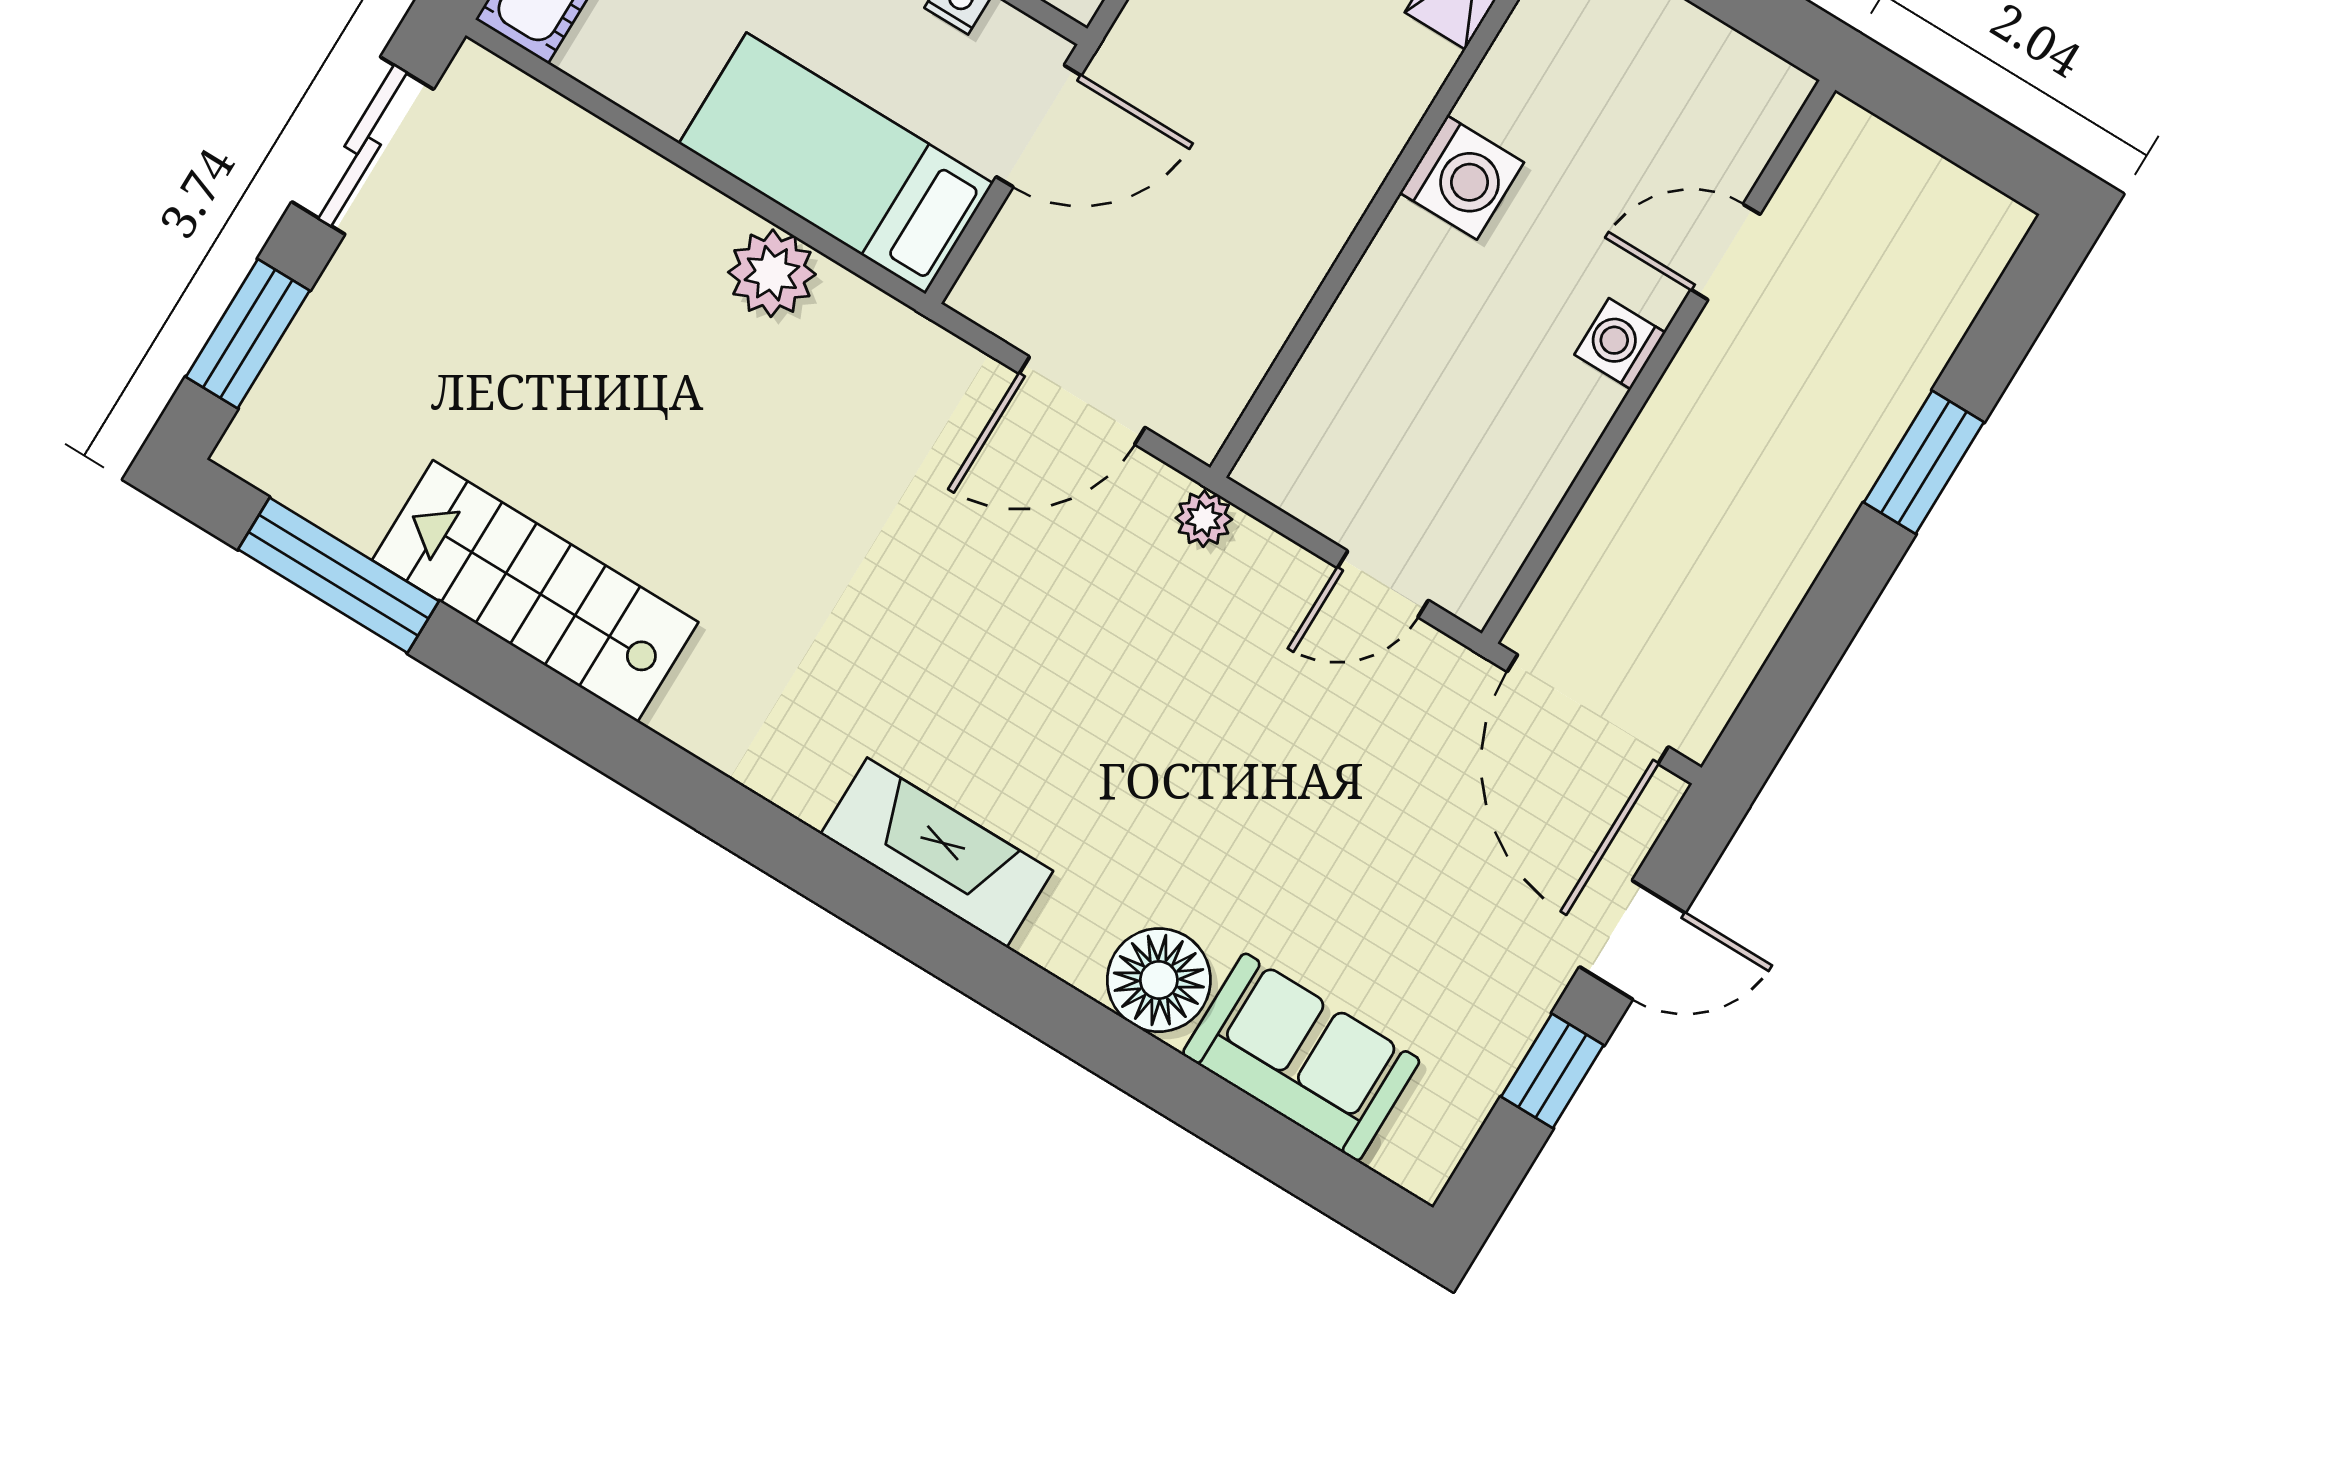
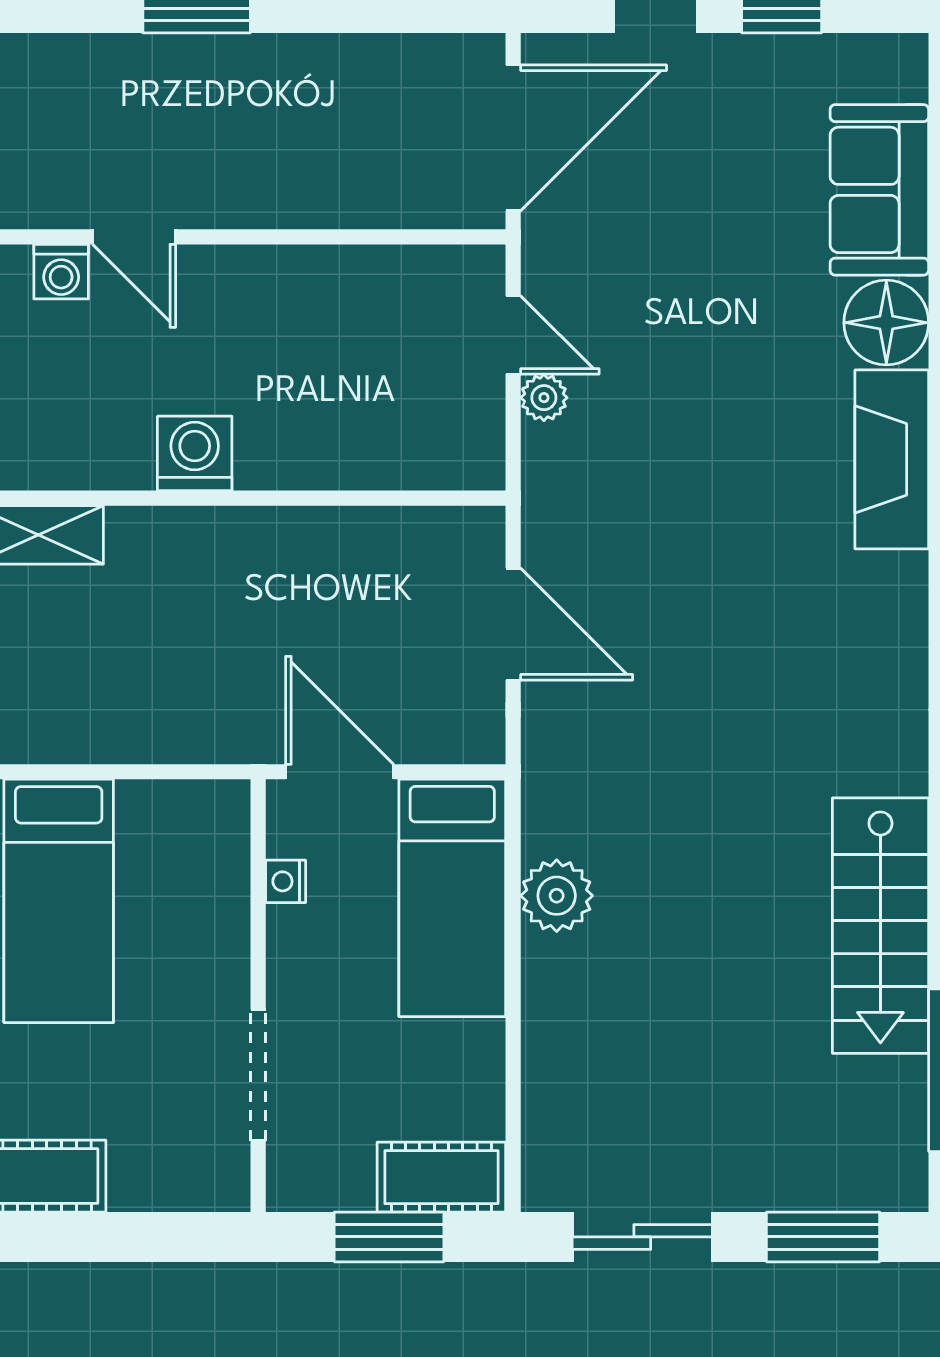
washing machine: (1620, 344) -> (61, 272), moved
plant: (1204, 519) -> (544, 398), moved
fireplace: (937, 852) -> (892, 459), moved

